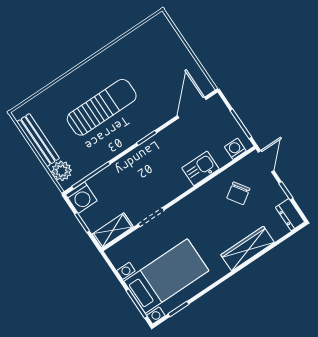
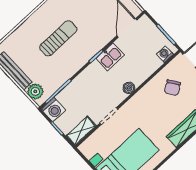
sun lounger: (102, 107) -> (58, 38), width x0.73, depth x0.75
kitchen sink: (200, 168) -> (110, 57), moved, turned 180
boiler: (182, 185) -> (129, 88), added

